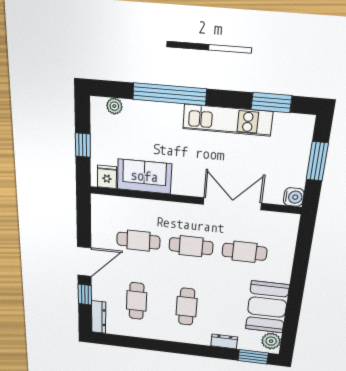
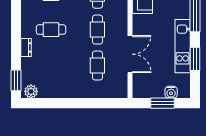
window: (271, 103) -> (195, 59), moved
water cooler: (294, 197) -> (171, 92), moved
booth: (267, 307) -> (58, 85), removed
dresser: (224, 341) -> (26, 47), moved

